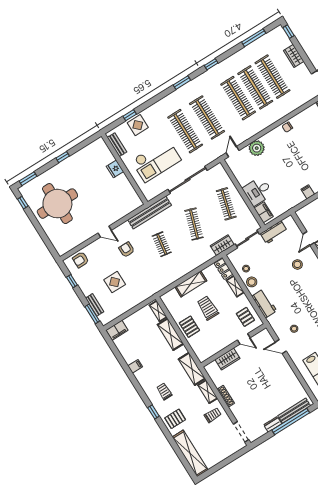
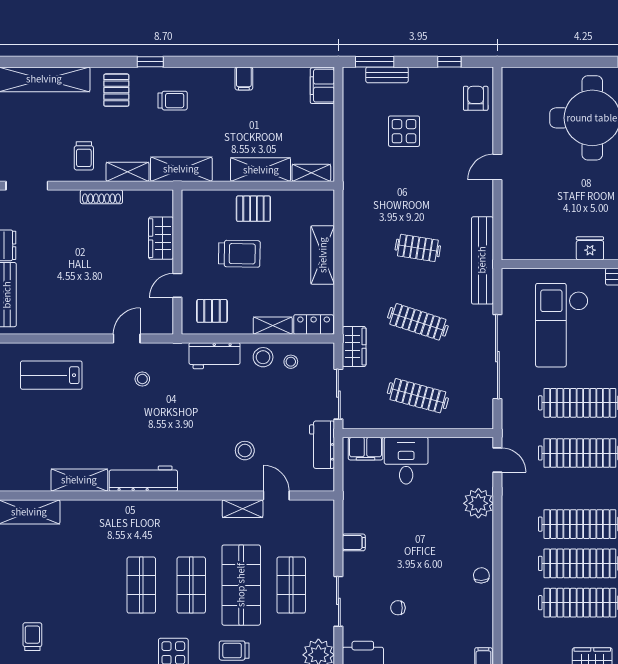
armchair: (127, 250) -> (445, 184), removed
trolley: (208, 308) -> (239, 254), moved

